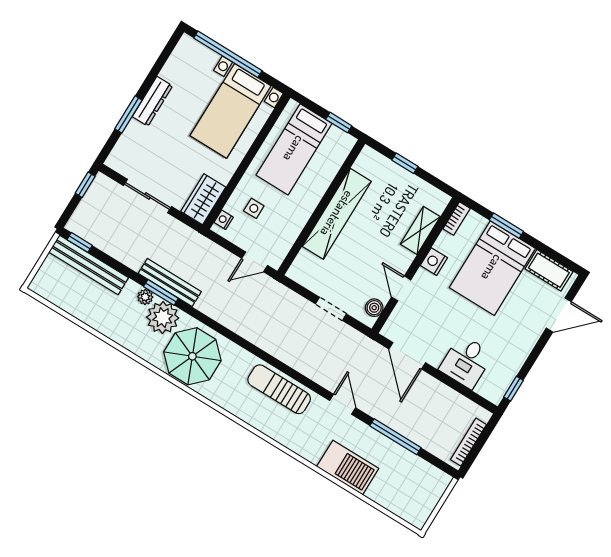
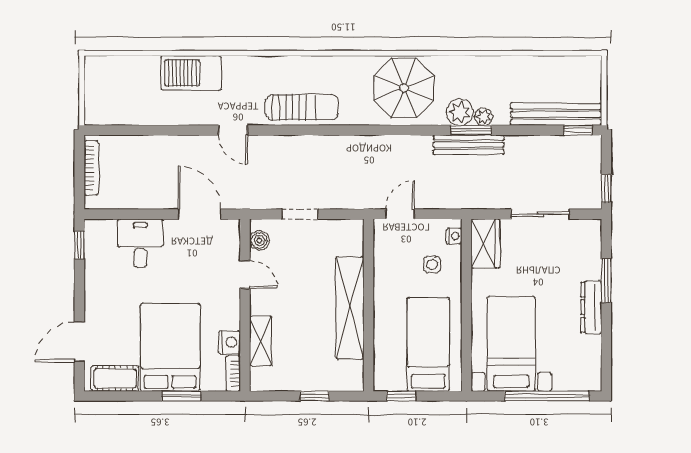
nightstand: (434, 262) -> (230, 342), moved
plant: (163, 318) -> (460, 112), width x0.73, depth x0.73
window: (395, 437) -> (164, 130), removed

